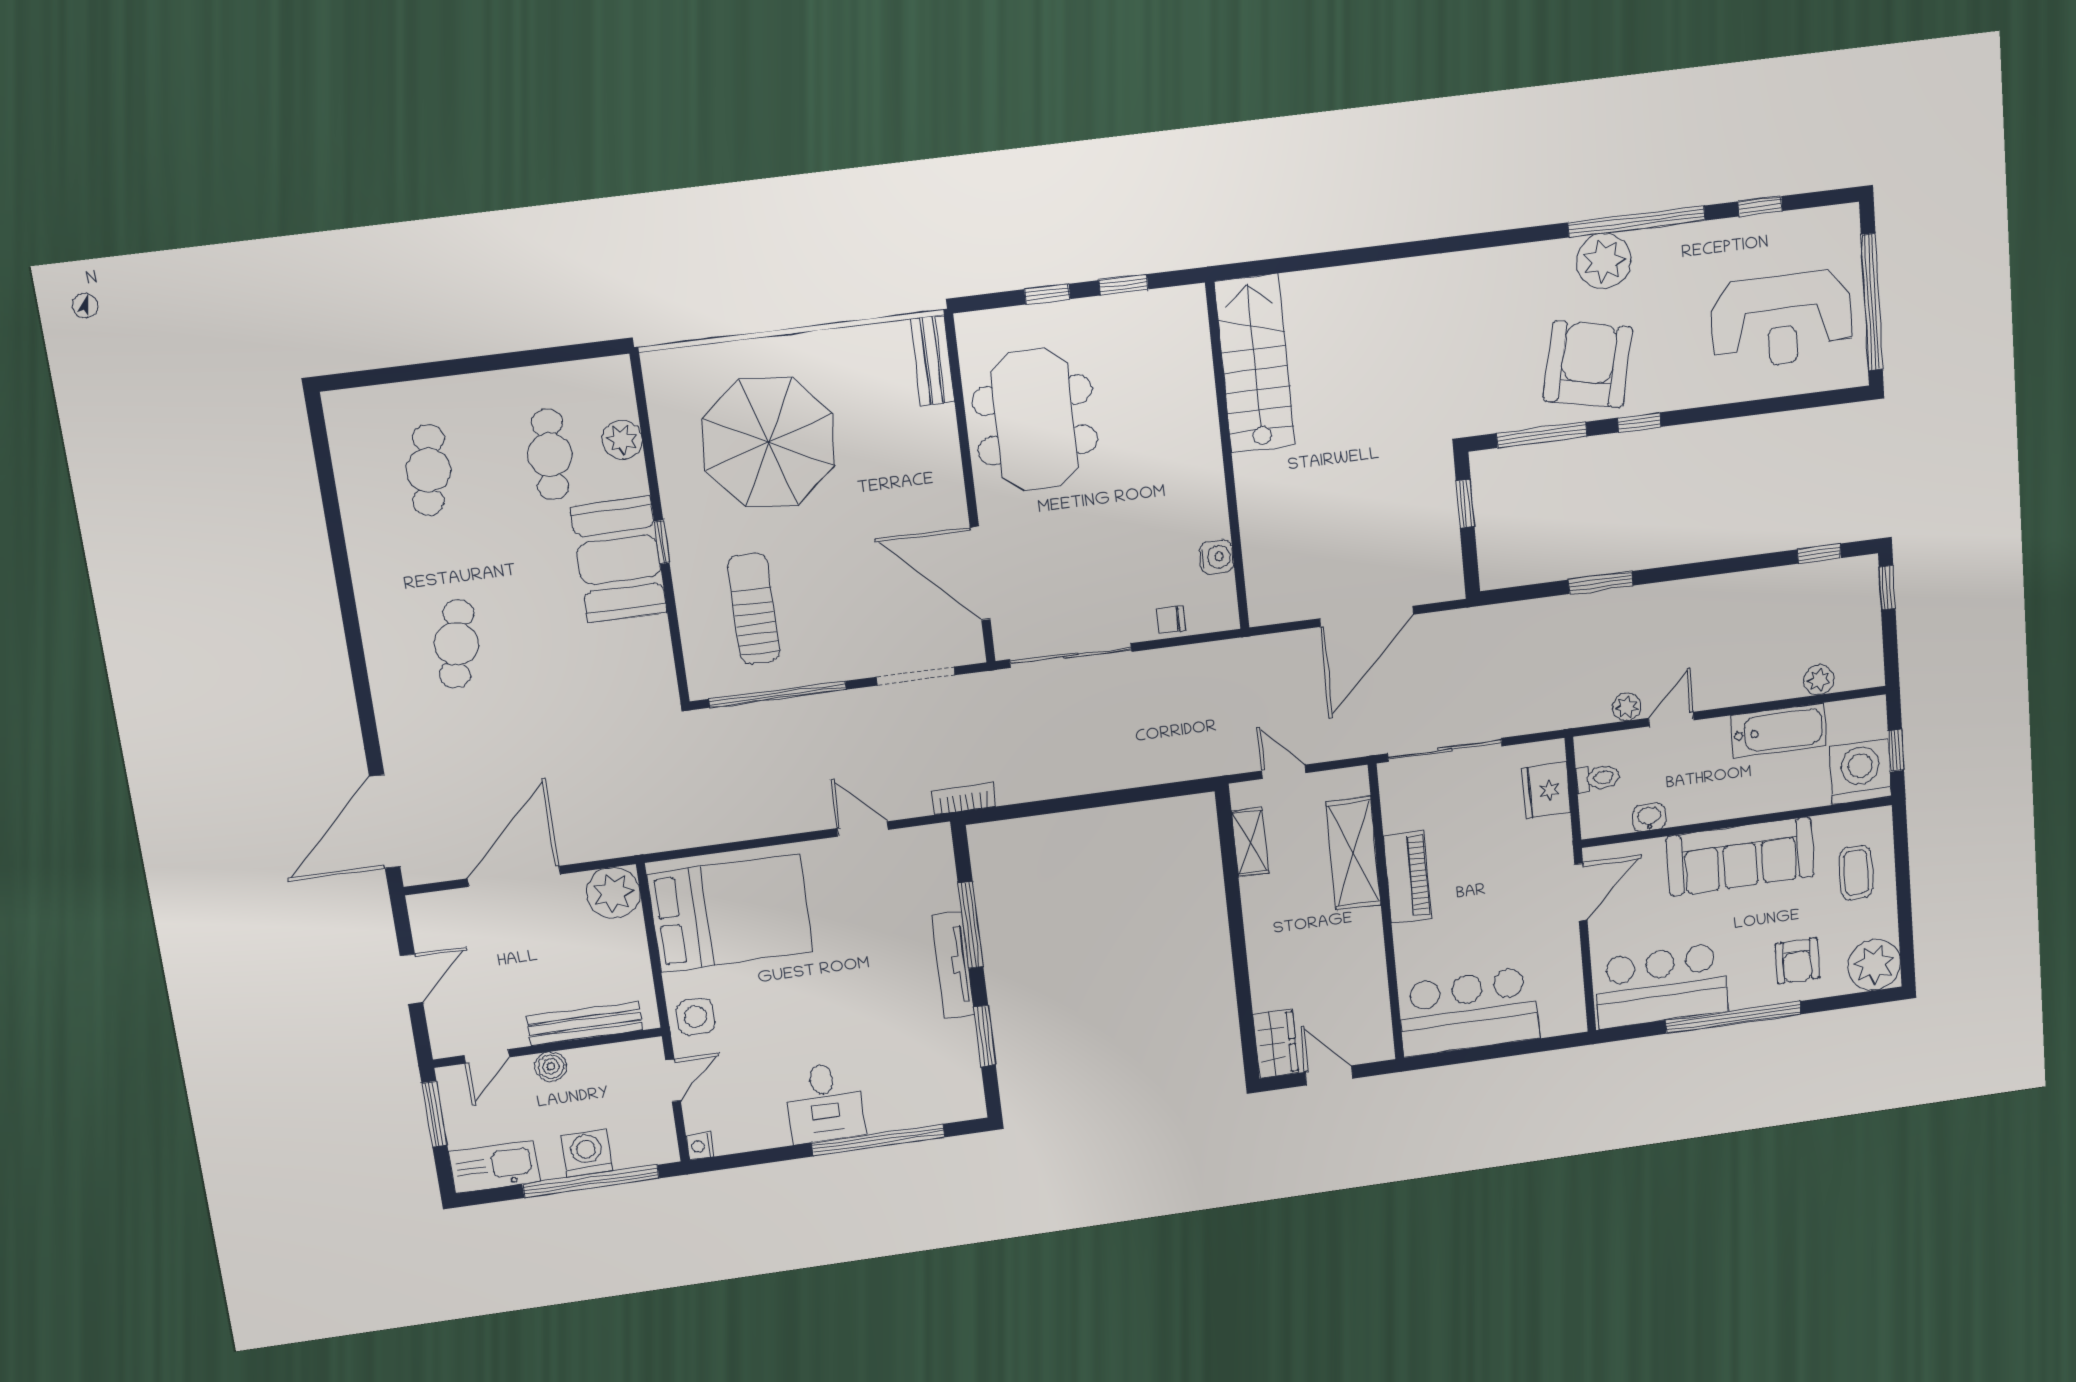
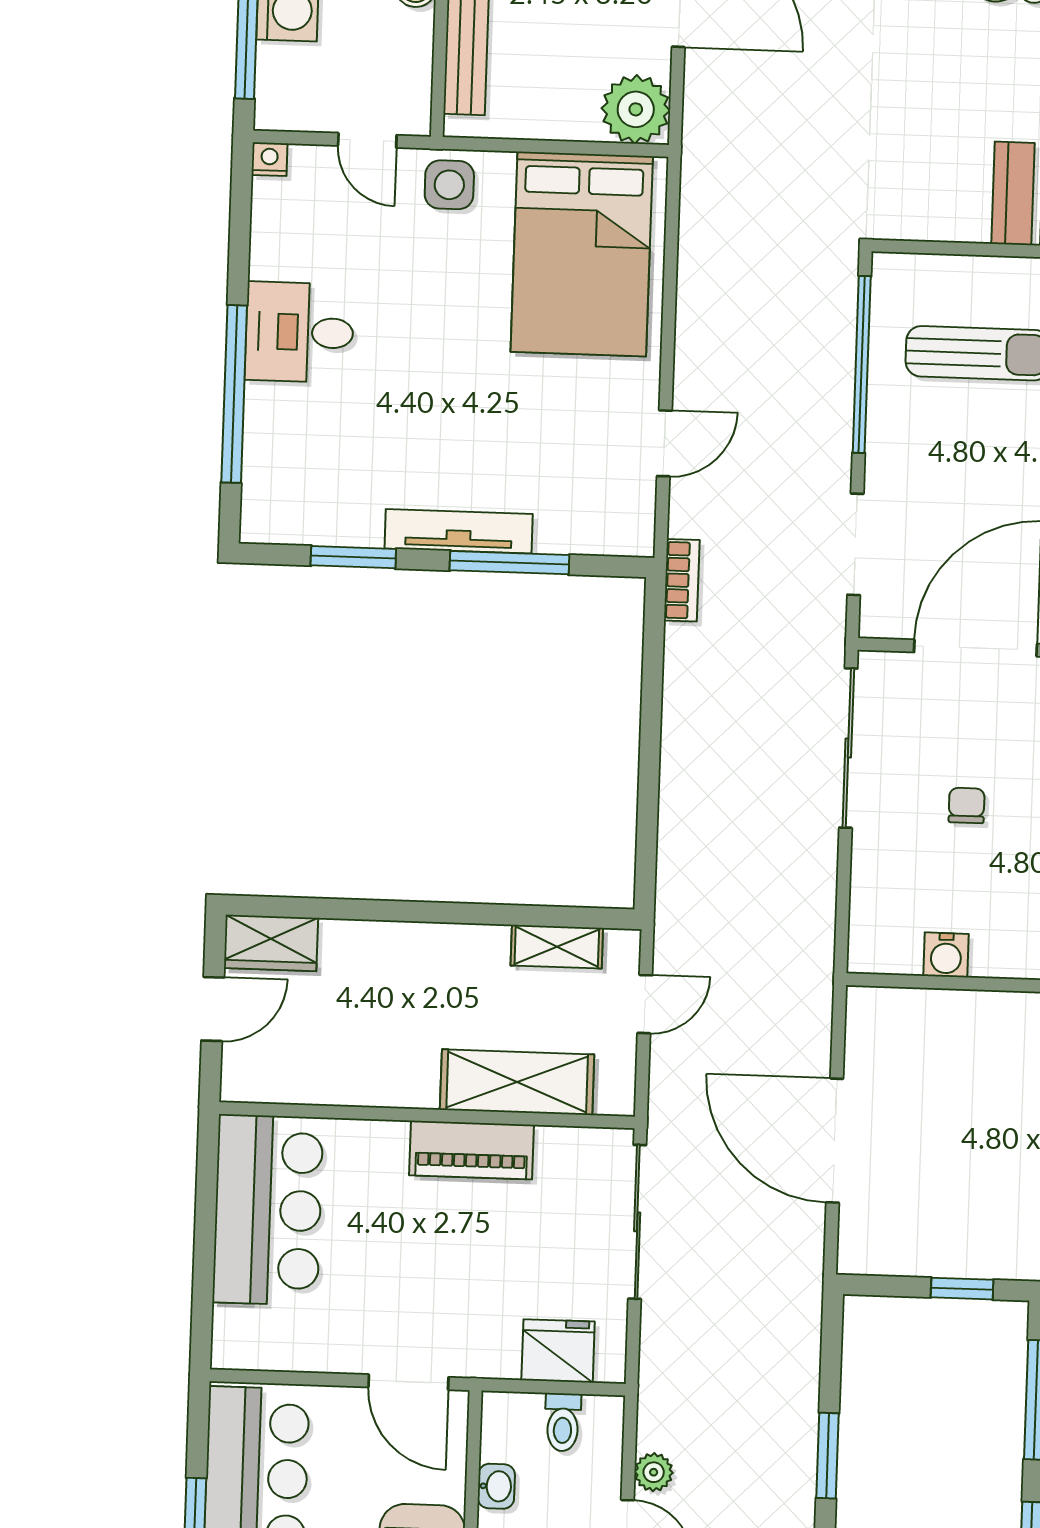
chair: (1171, 620) -> (967, 805), moved

